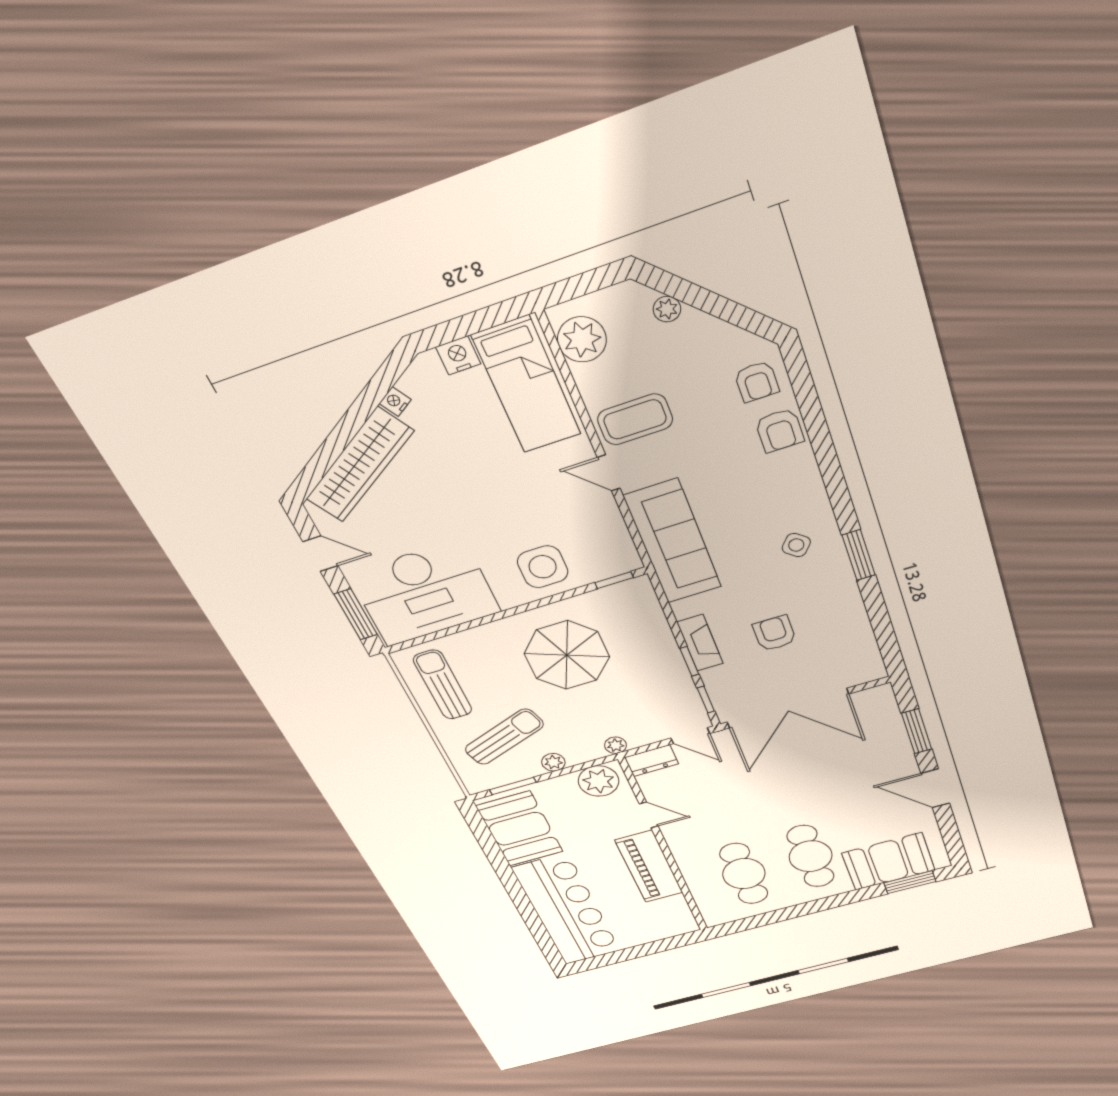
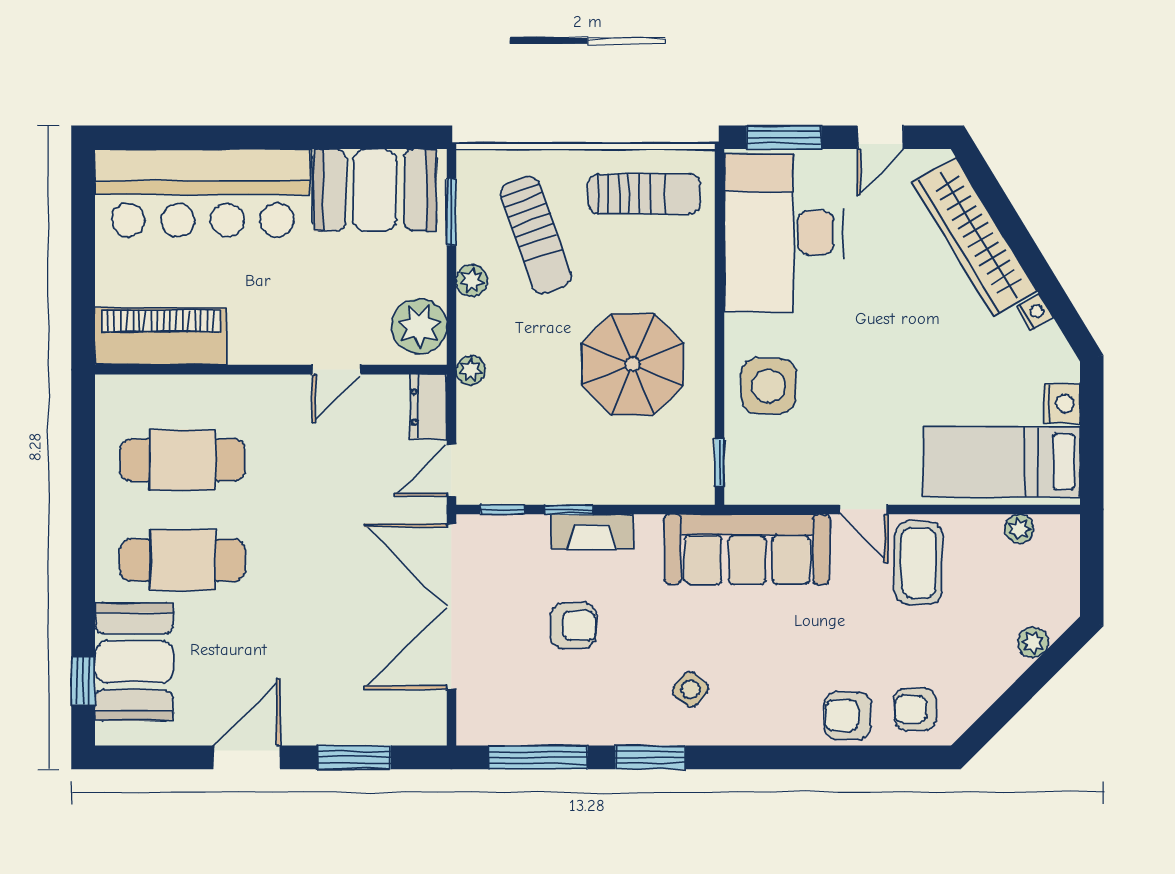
plant: (582, 339) -> (1019, 529), width x0.53, depth x0.53
door: (609, 473) -> (863, 509), swing flipped
window: (882, 625) -> (538, 757), added
piano: (649, 867) -> (161, 336), moved
window: (910, 882) -> (83, 681), width x0.67

